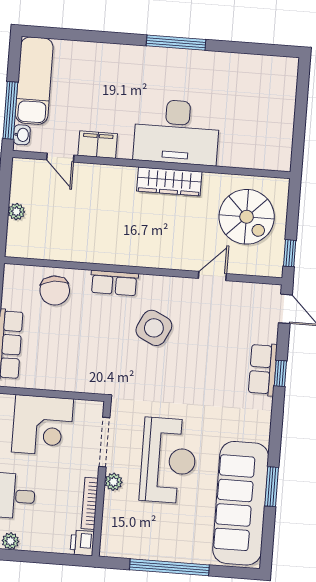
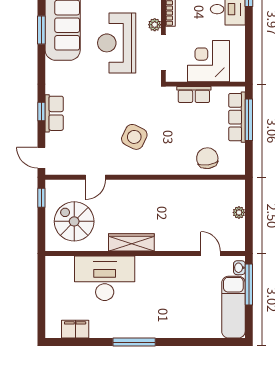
desk: (177, 132) -> (105, 278), moved
filing cabinet: (98, 145) -> (75, 329), moved, turned 180
row of seats: (114, 283) -> (194, 95), moved, turned 180

